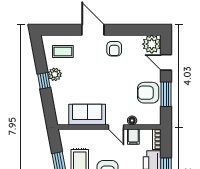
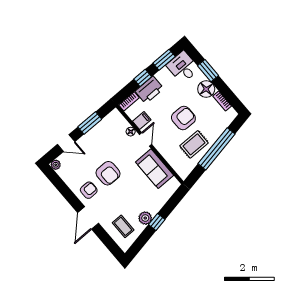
plant: (152, 44) -> (56, 165), width x0.53, depth x0.53
door: (166, 62) -> (66, 143), hinge flipped
armchair: (148, 93) -> (108, 173), moved

